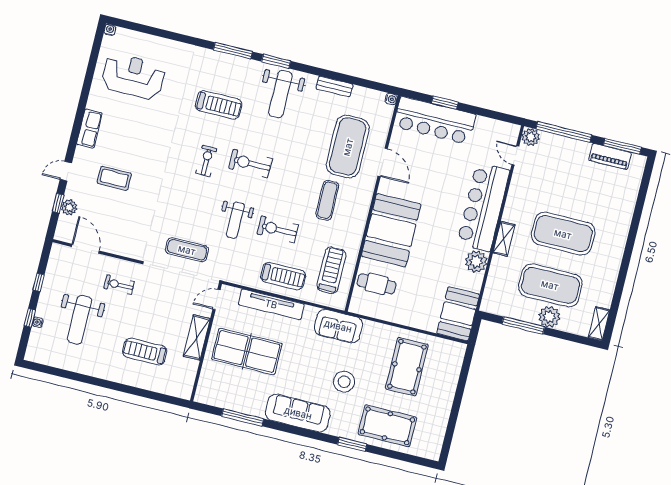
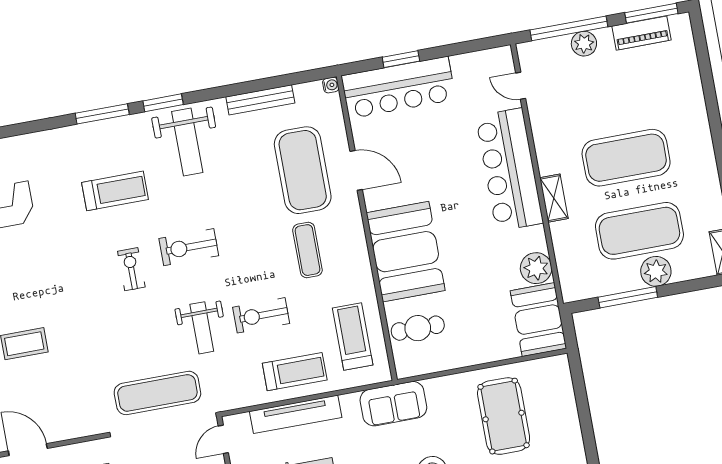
bench: (334, 86) -> (260, 100), width x1.36
plant: (531, 137) -> (584, 44), moved
exercise mat: (187, 250) -> (157, 393), width x1.36, depth x1.45
plant: (476, 262) -> (536, 268), moved

